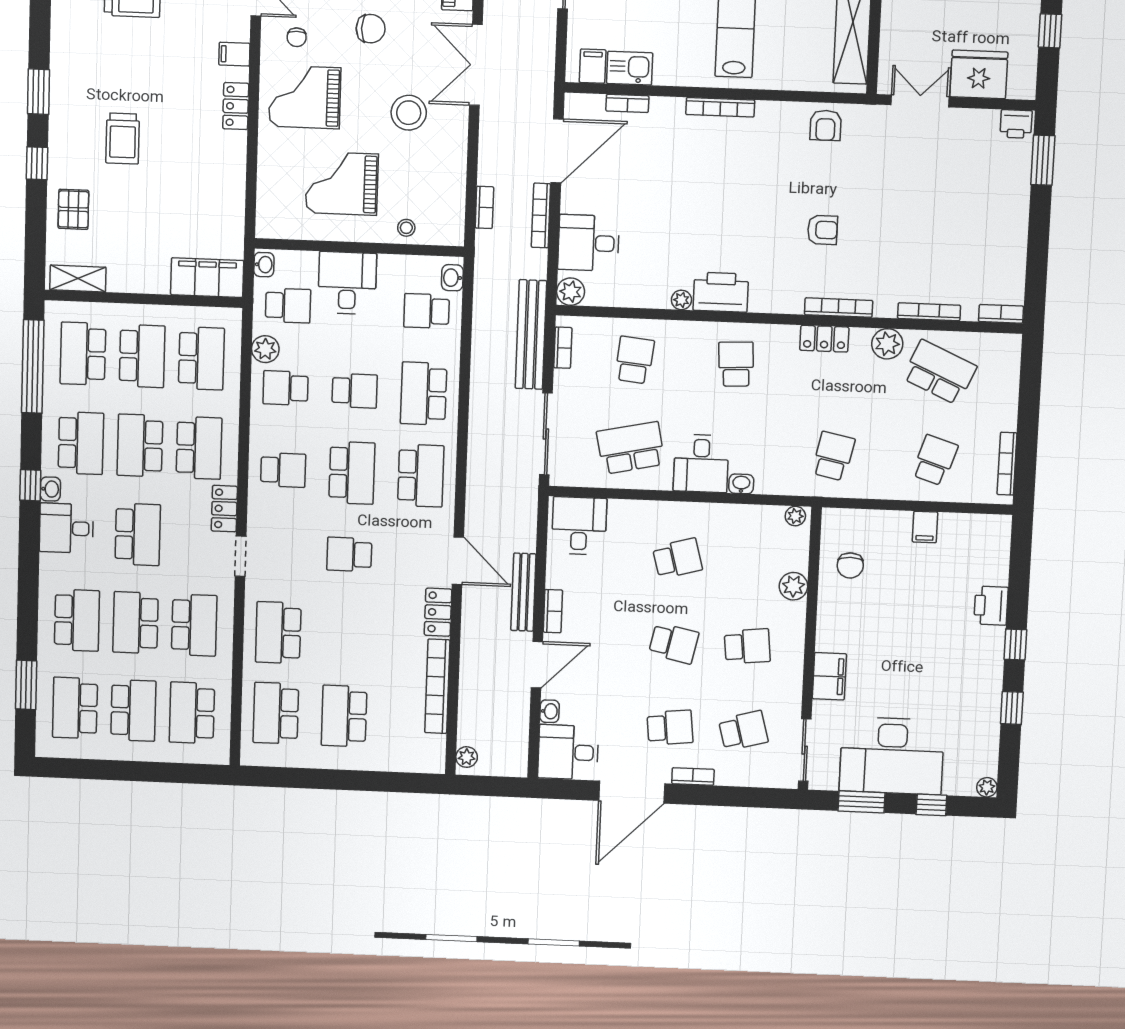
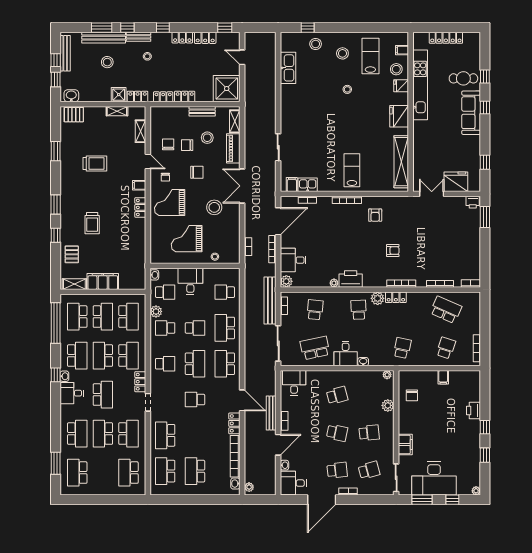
armchair: (826, 125) -> (375, 215), moved
filing cabinet: (207, 278) -> (103, 281), moved
washbasin: (452, 278) -> (235, 484), moved
plant: (887, 344) -> (378, 298), moved
school desk: (421, 476) -> (225, 364), turned 180
school desk: (133, 710) -> (103, 473), removed

